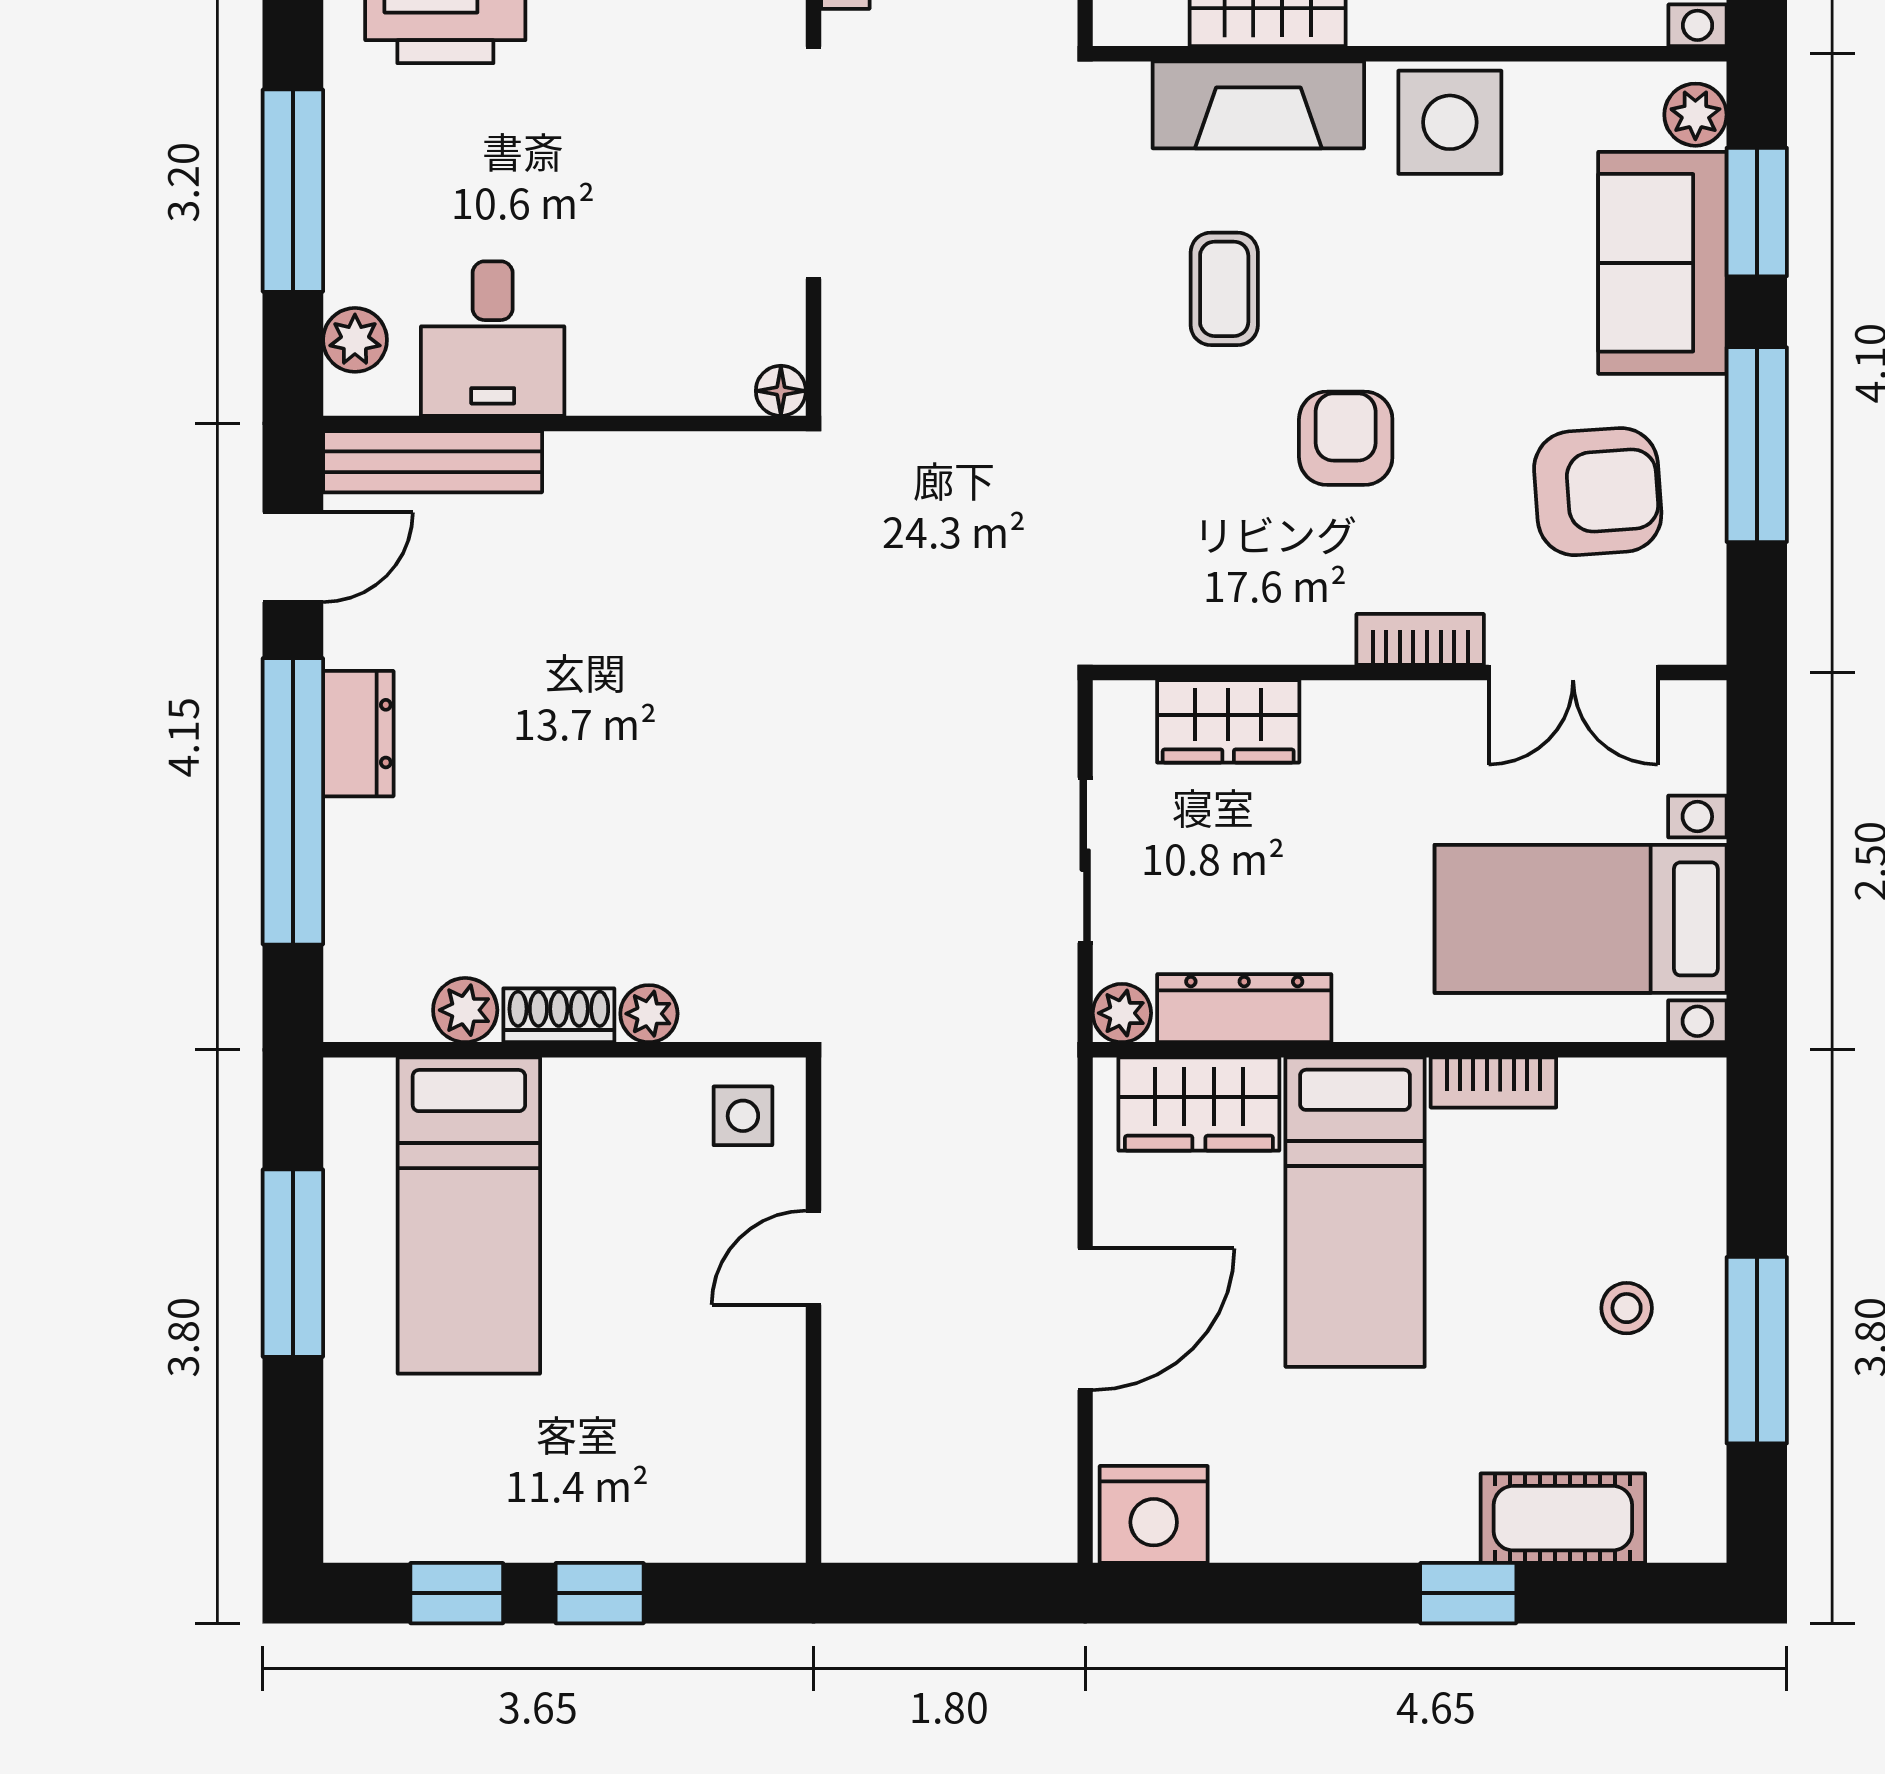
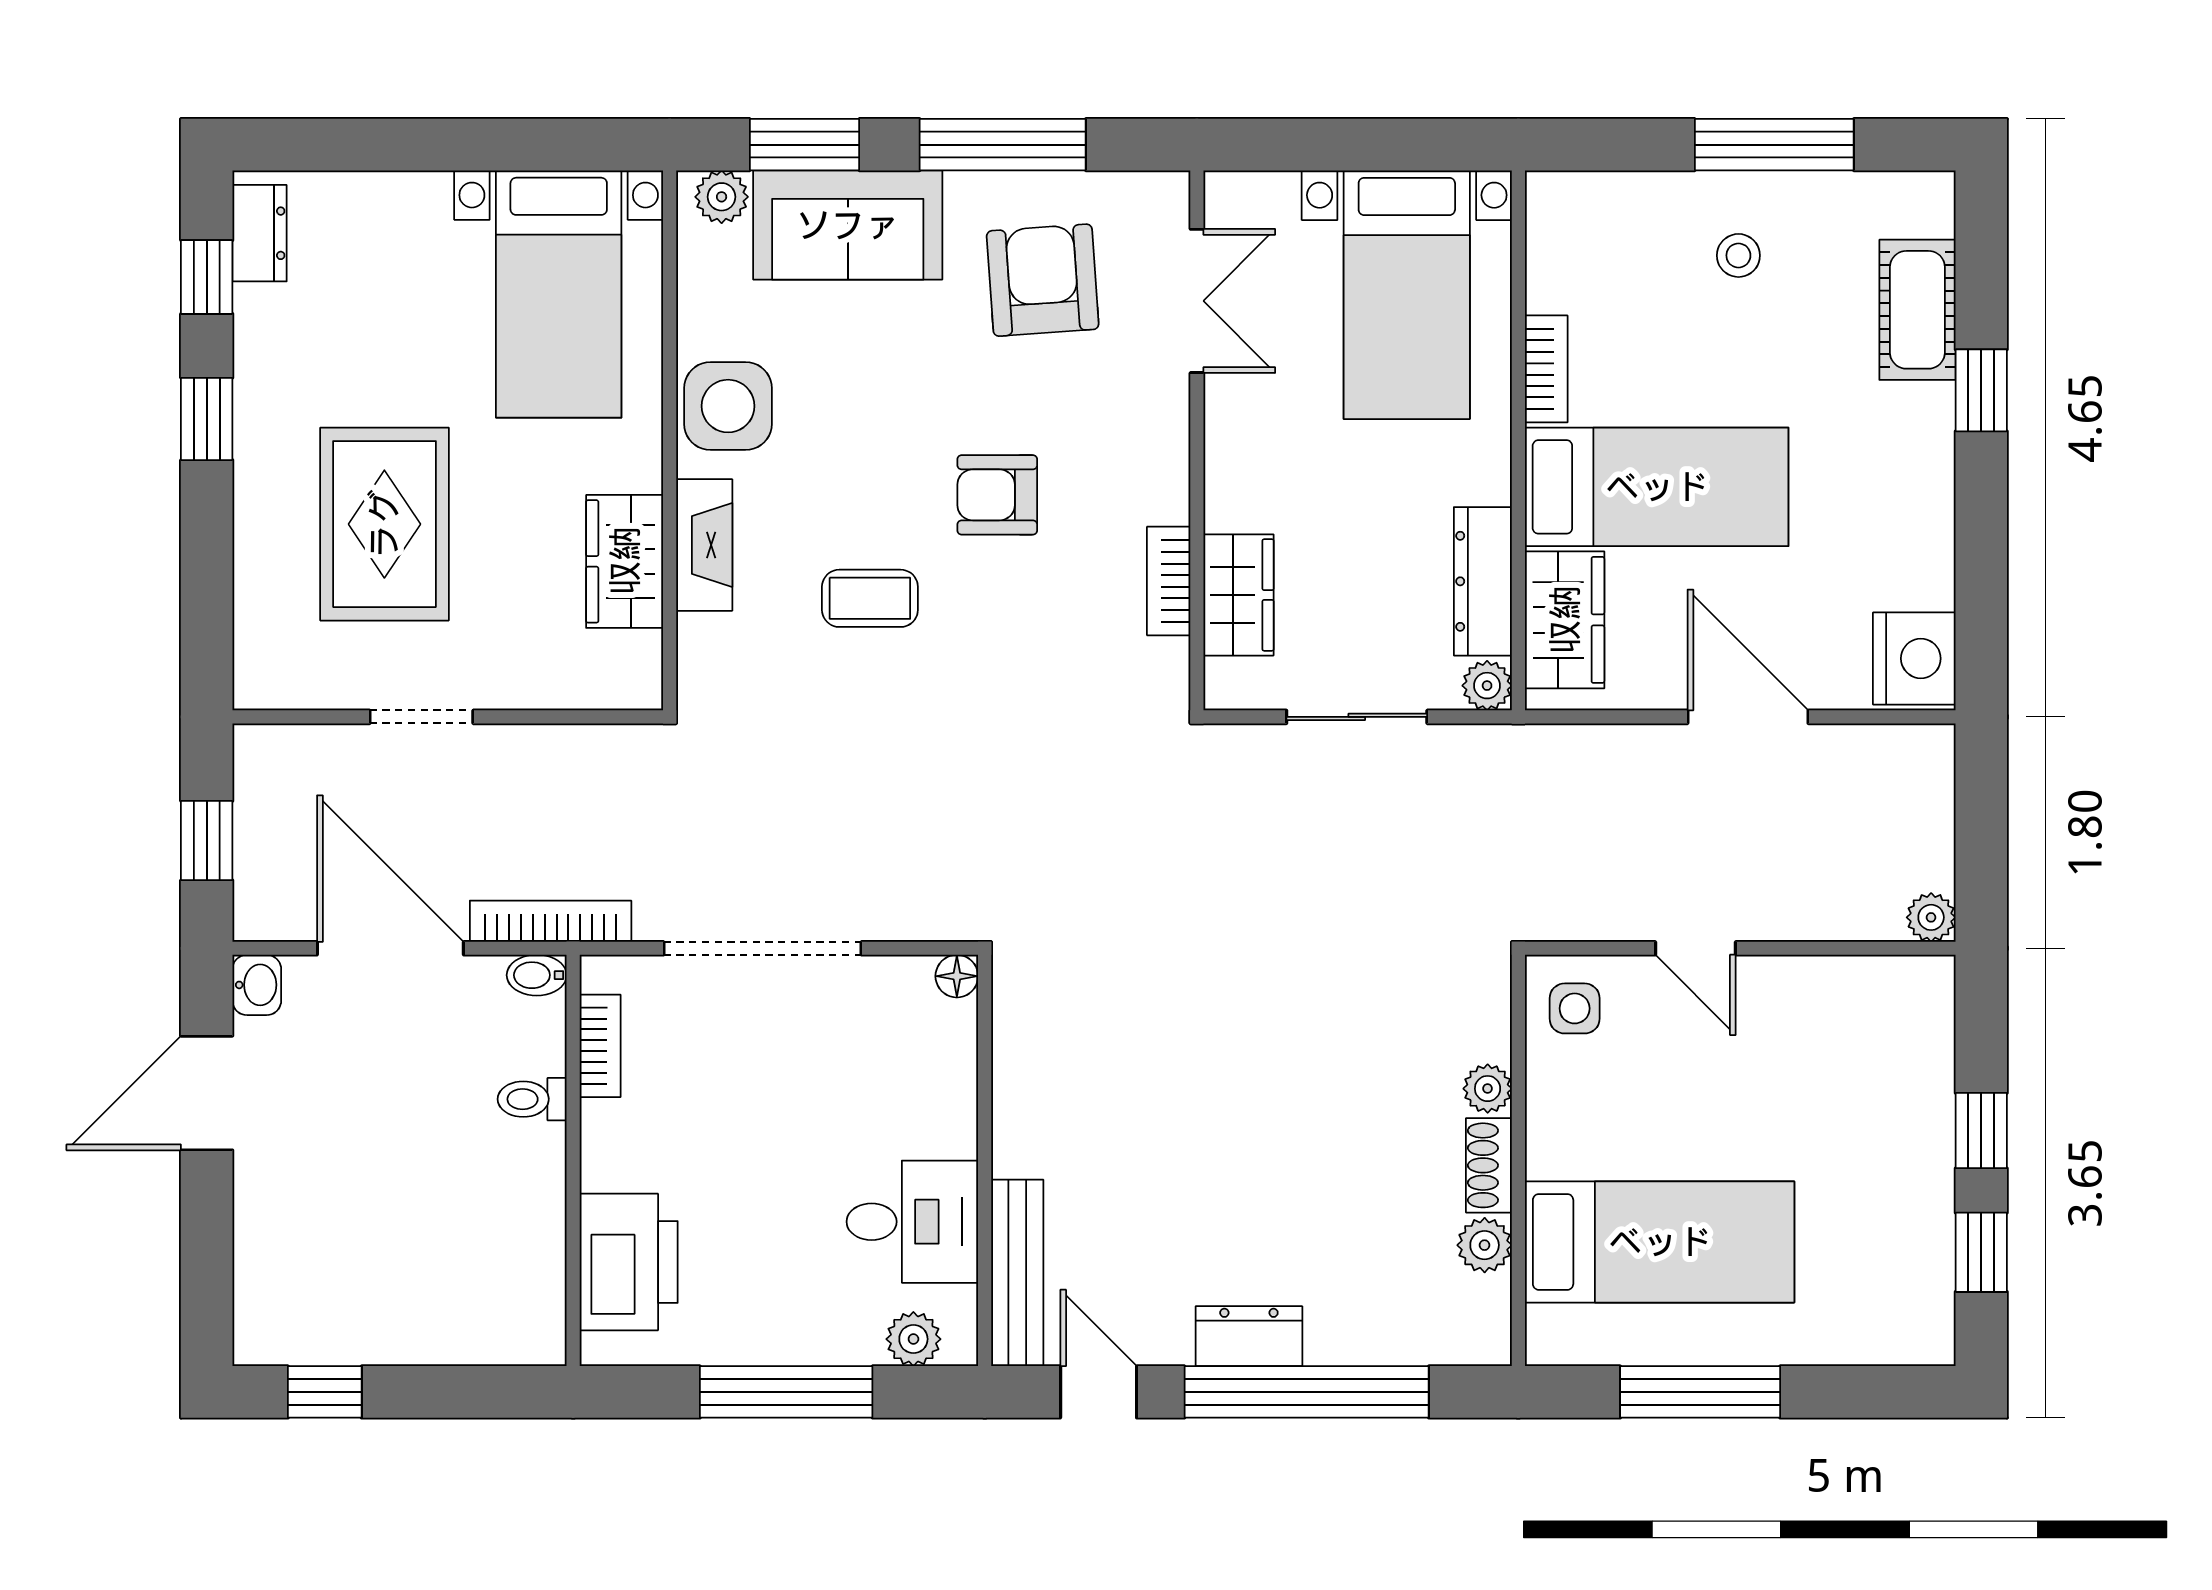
fireplace: (1258, 105) -> (704, 545), width x0.73, depth x0.76
bookcase: (1420, 639) -> (1169, 581), moved
plant: (850, 1534) -> (1931, 917), added

